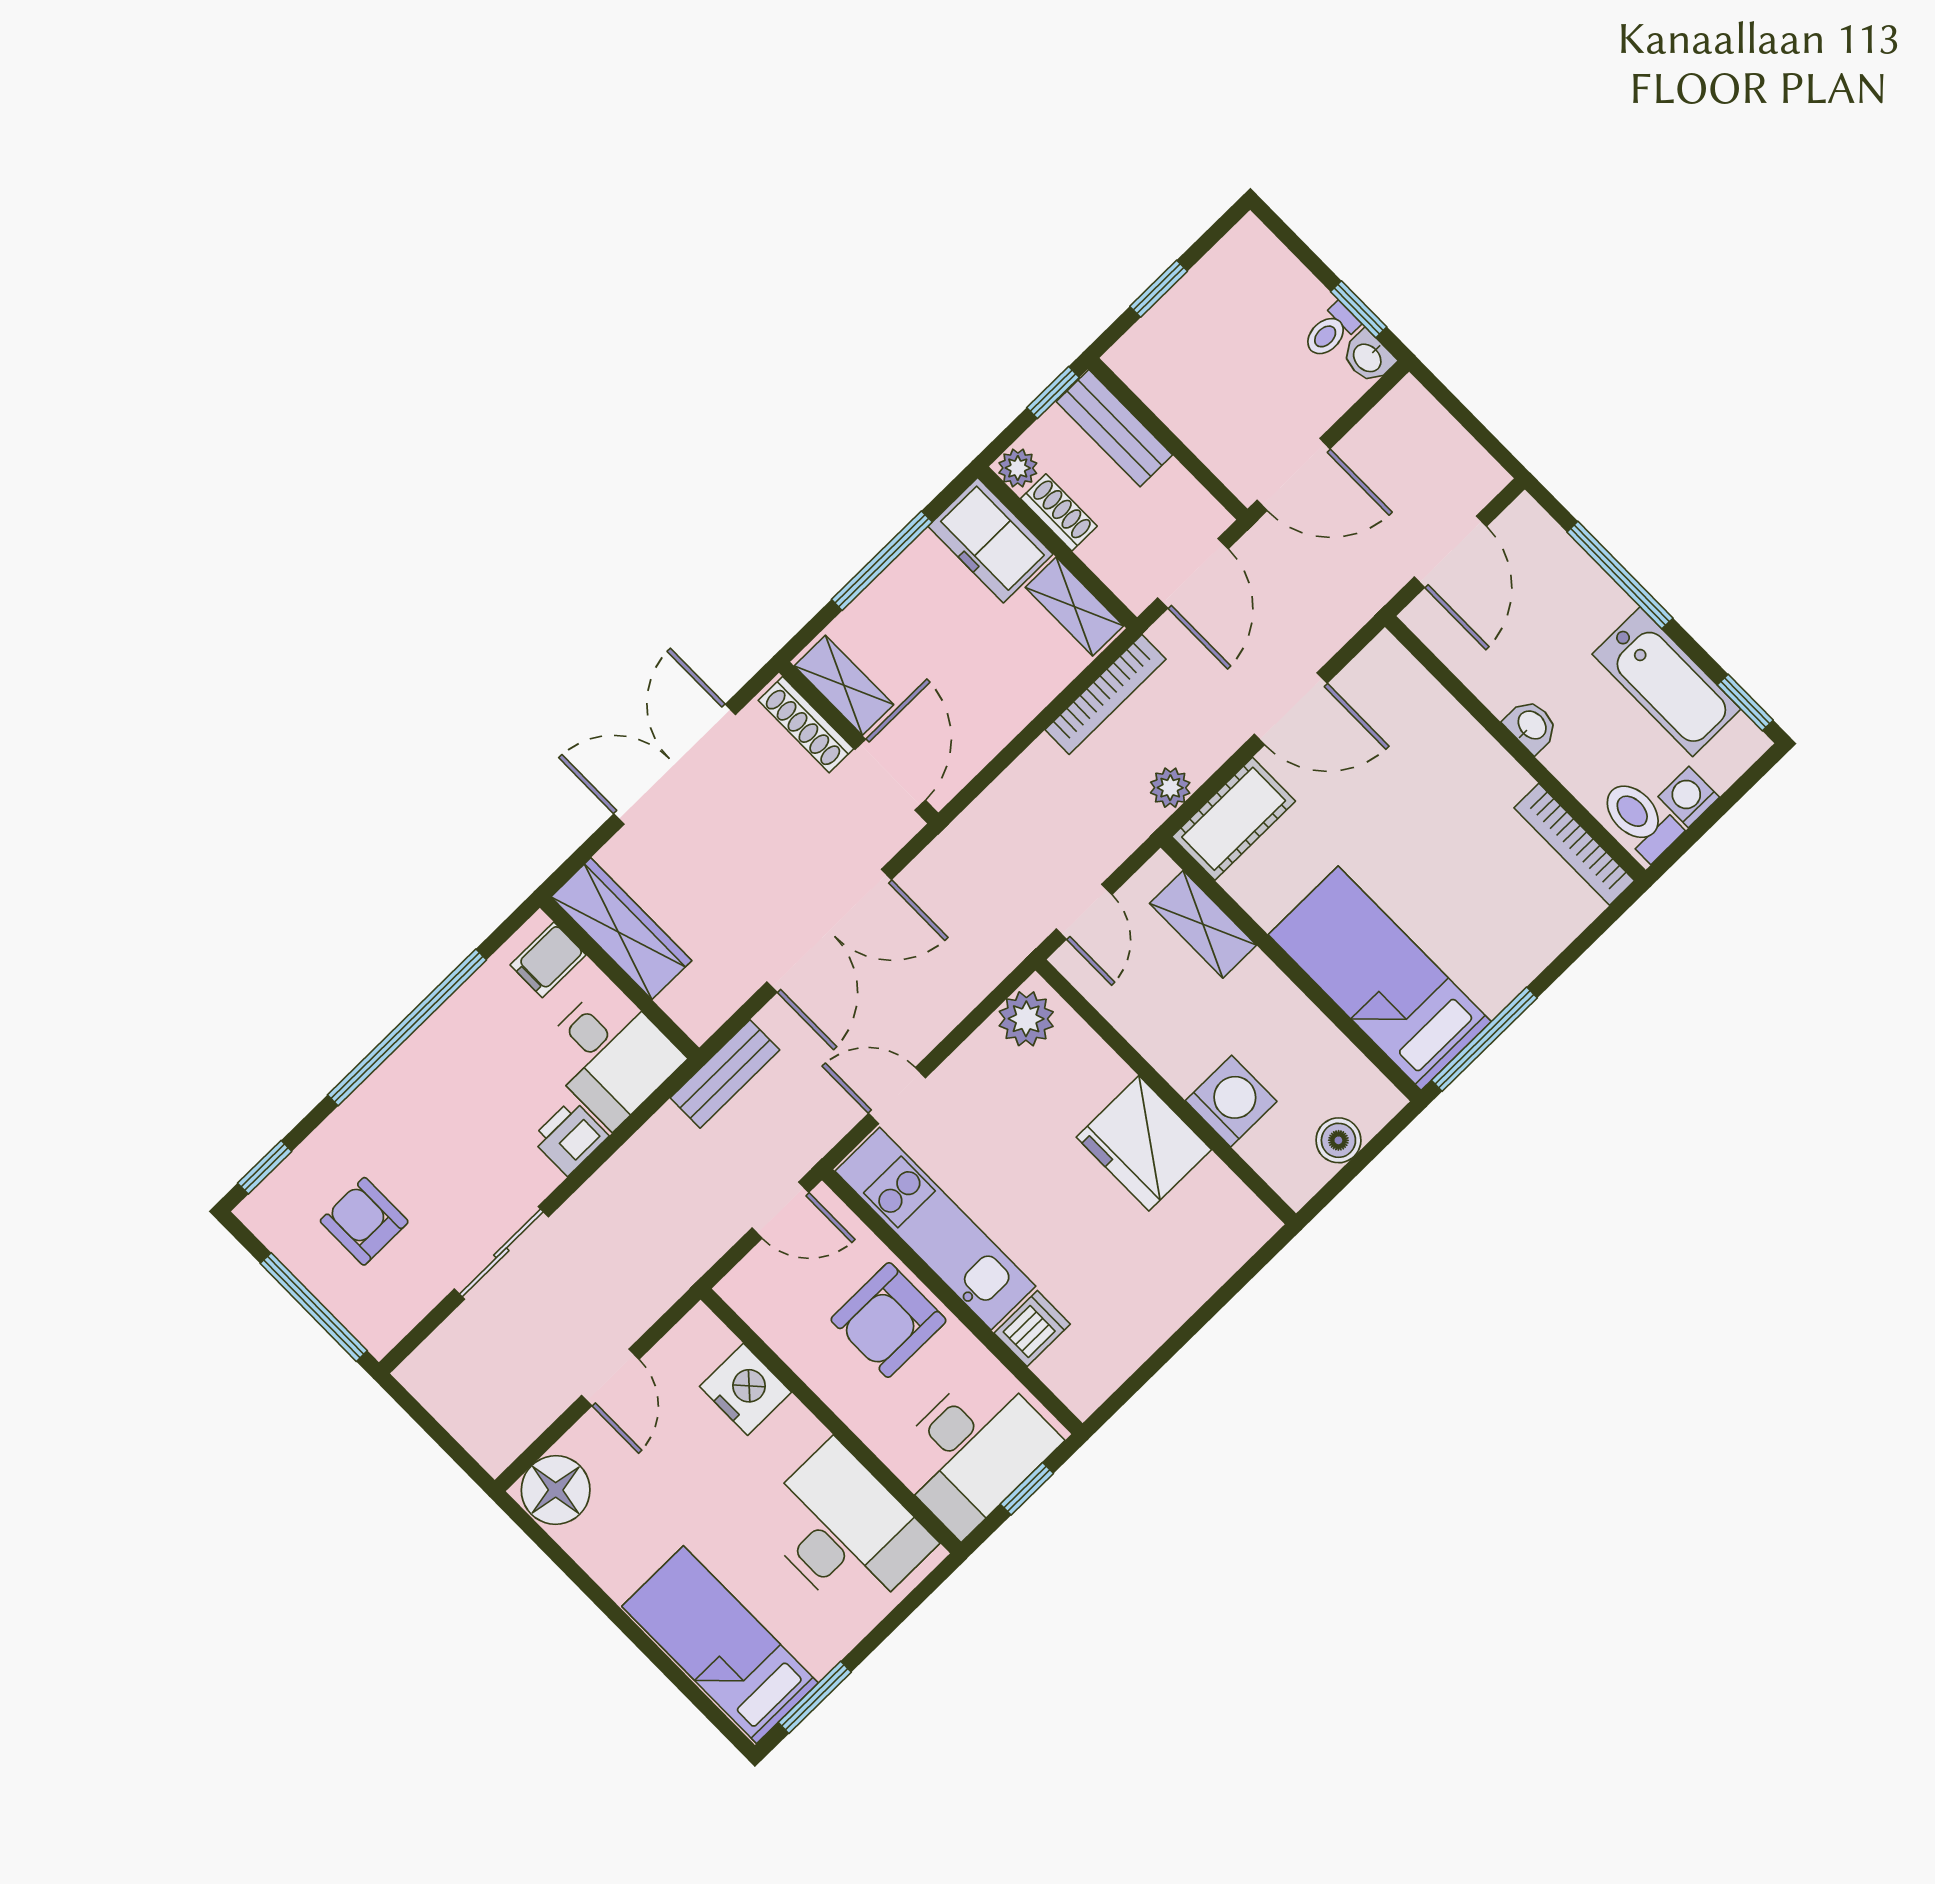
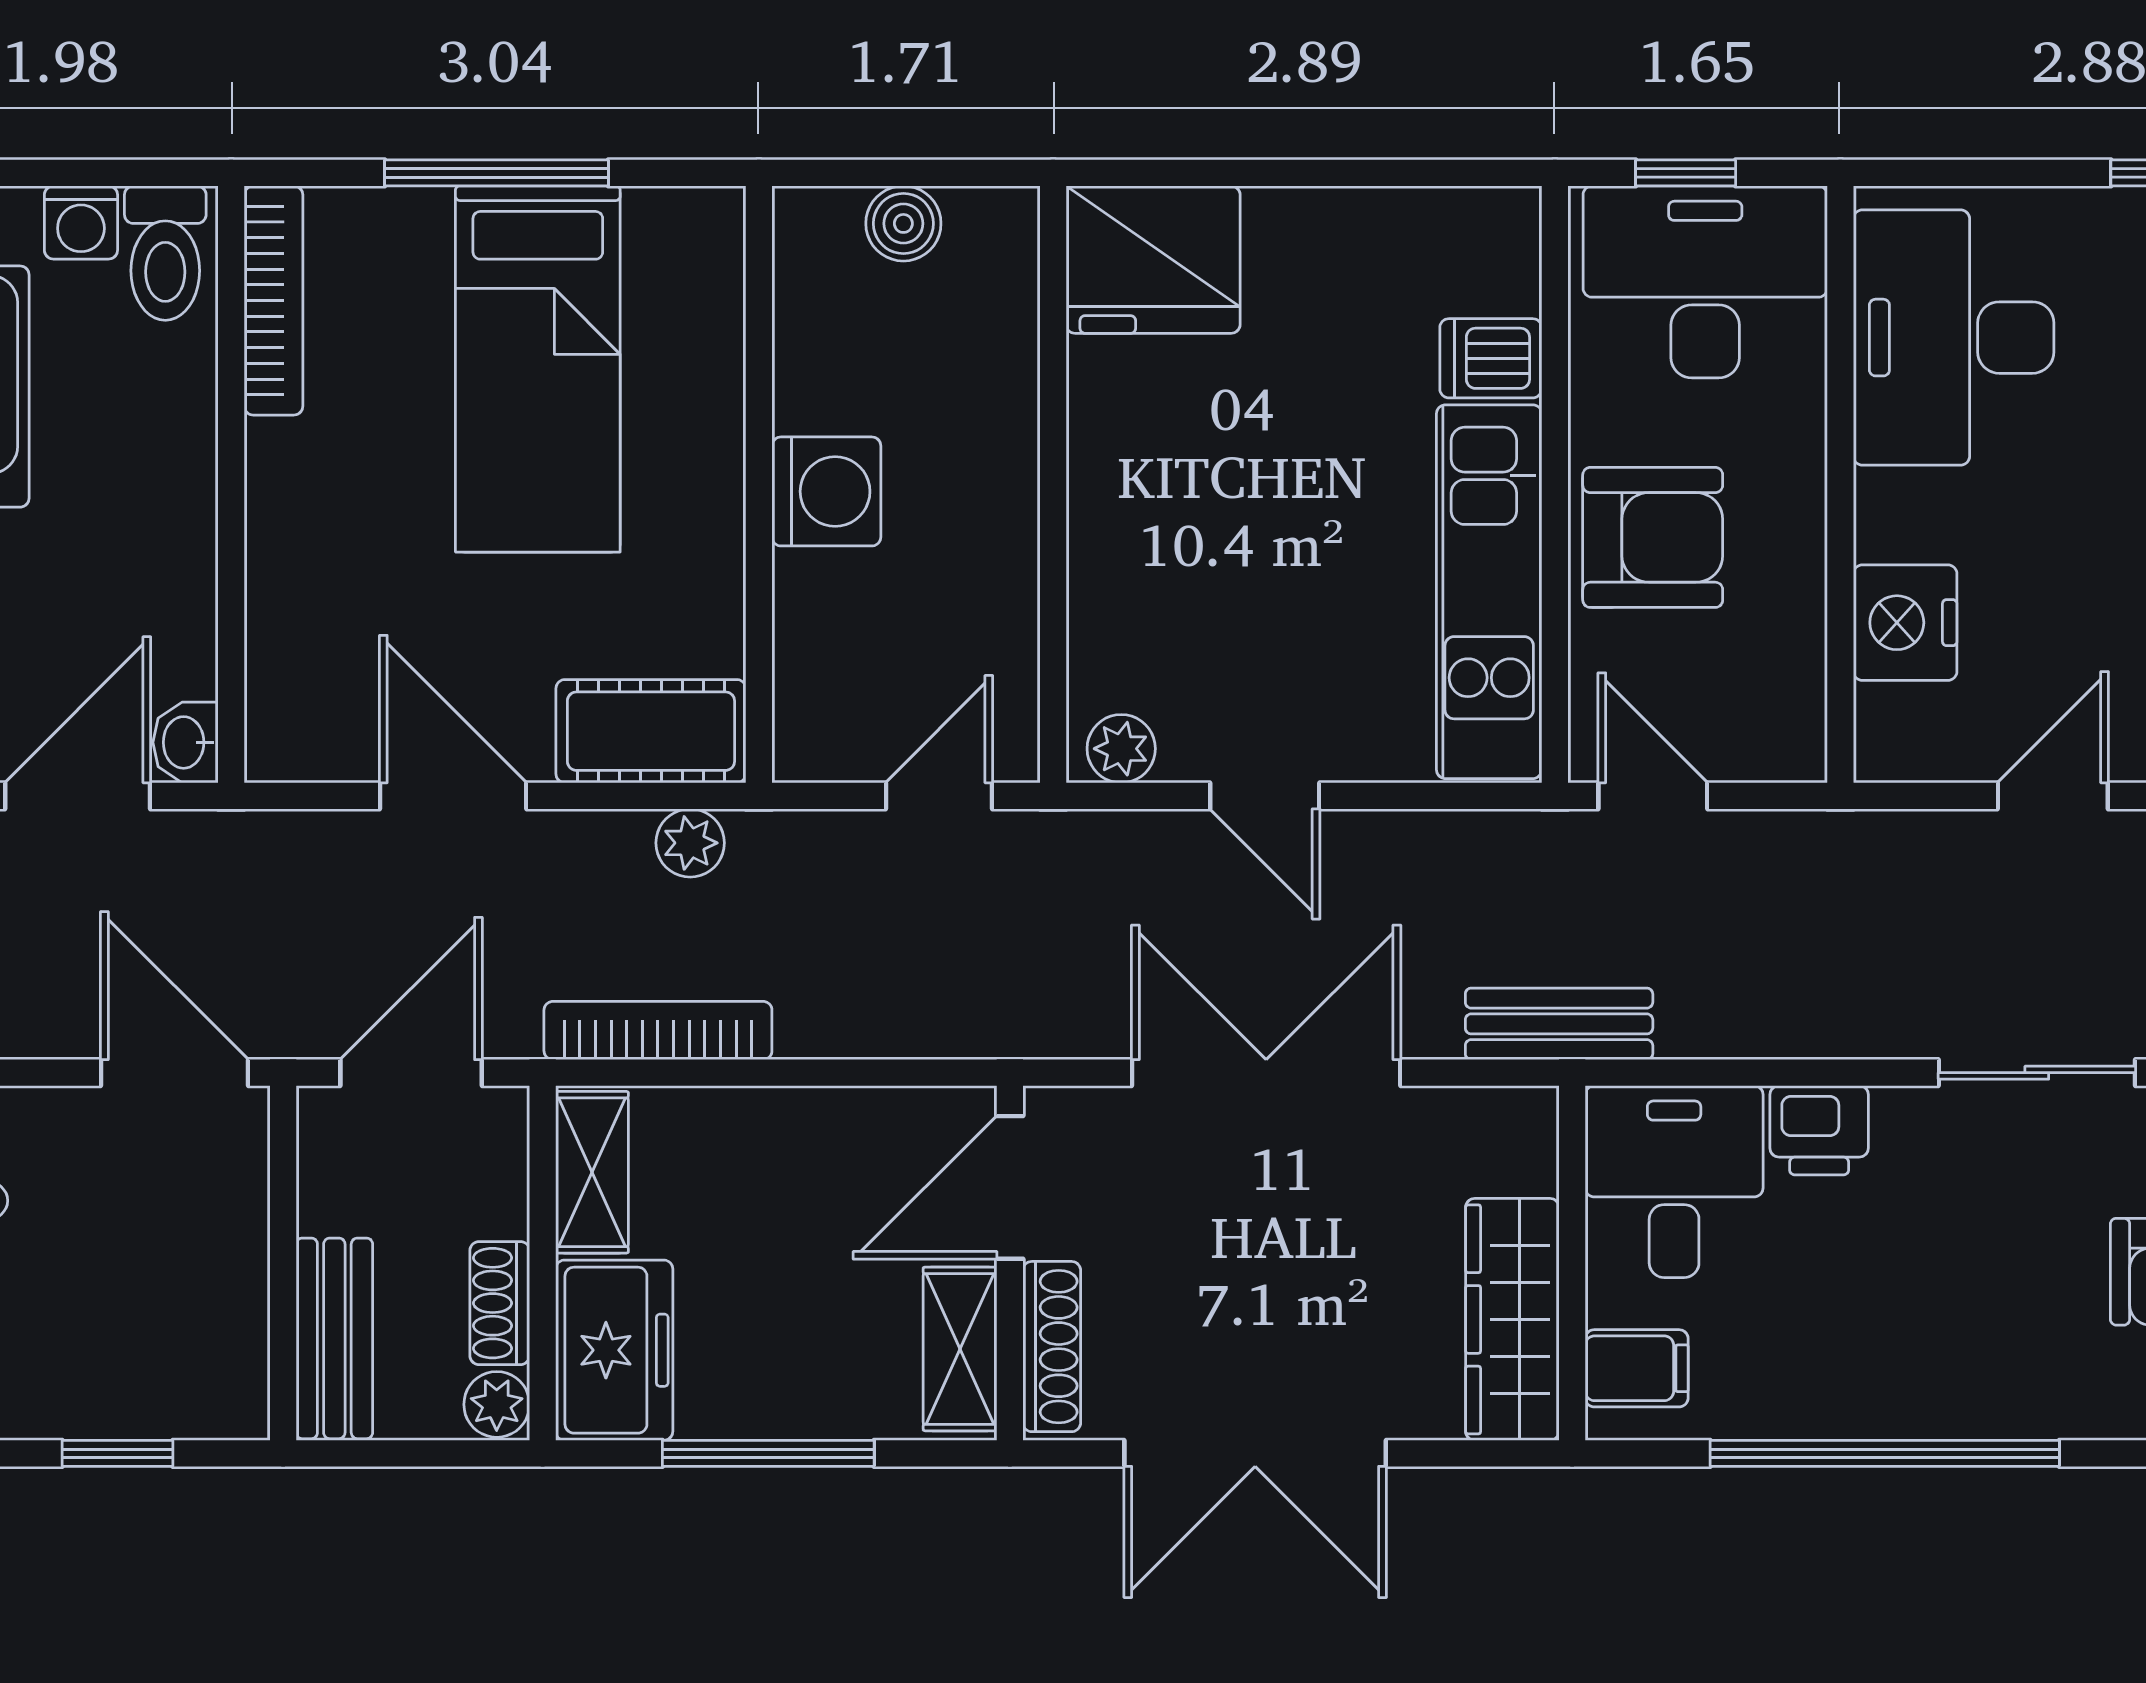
window: (1053, 392) -> (366, 1453), removed
washbasin: (1531, 726) -> (185, 742), moved
shelving: (1203, 924) -> (812, 641), removed
bed: (1380, 978) -> (538, 369), moved
plant: (1026, 1019) -> (1121, 749), width x0.73, depth x0.73
window: (1484, 1039) -> (496, 173), moved
door: (897, 1096) -> (1265, 796), moved
washing machine: (1231, 1101) -> (826, 491), moved, turned 180
fridge: (1144, 1143) -> (1153, 260), moved, turned 90

